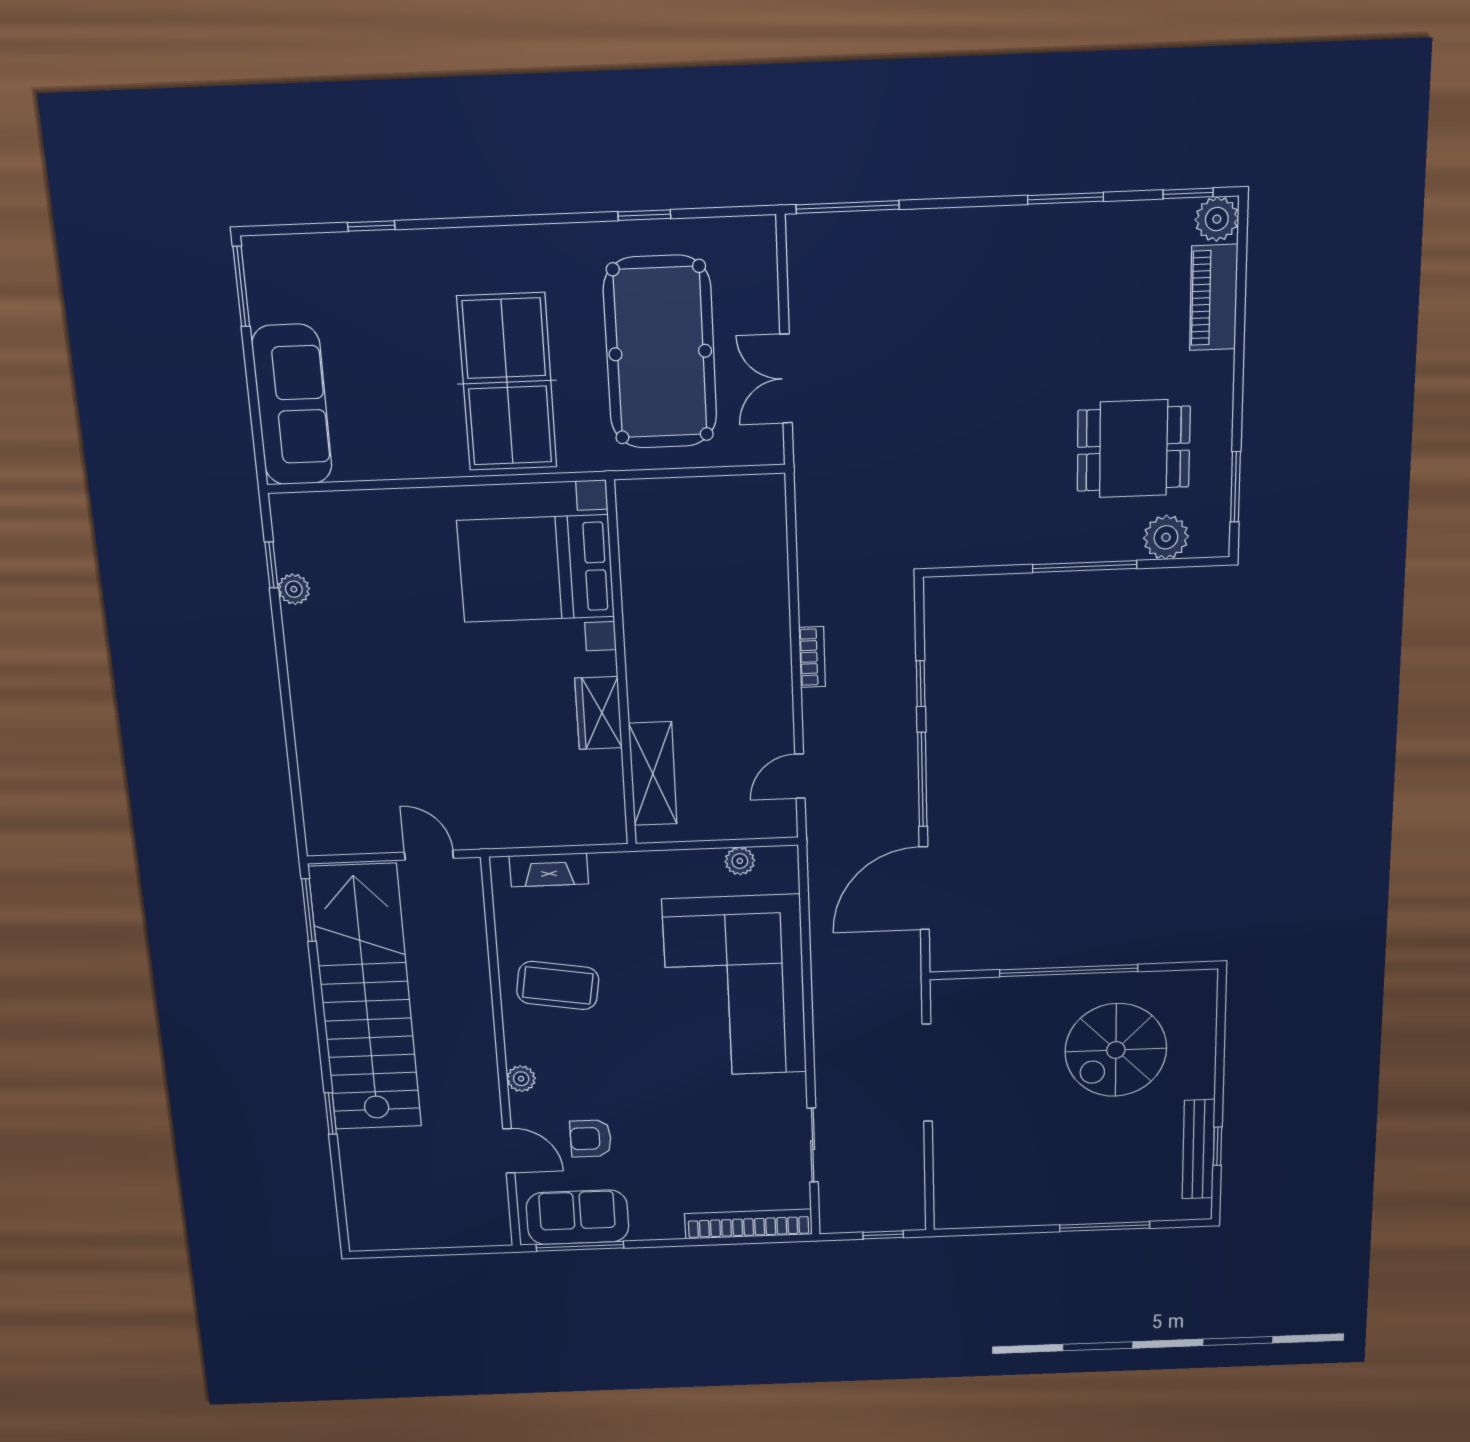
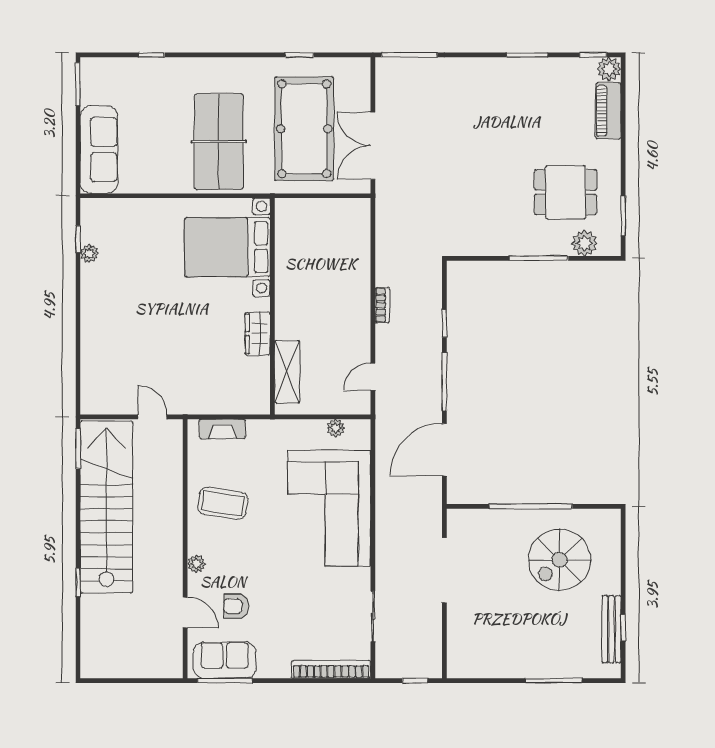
double door: (786, 379) -> (373, 146), width x1.37

